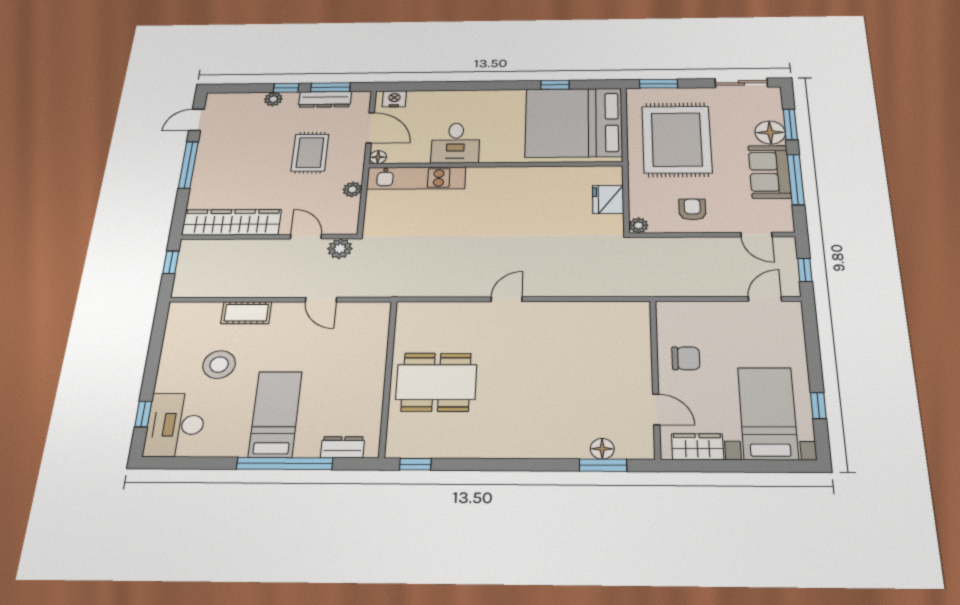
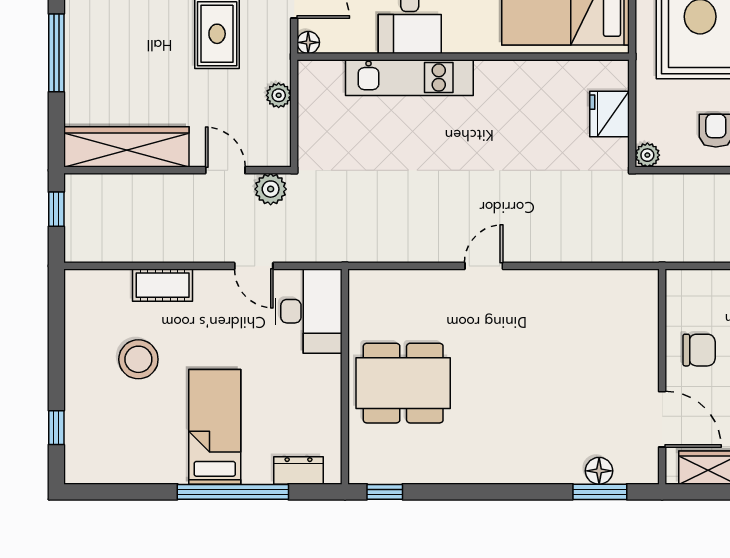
kitchen unit: (416, 178) -> (409, 78), moved
door: (656, 409) -> (662, 419), width x1.38
desk: (175, 425) -> (309, 311), moved, turned 180

